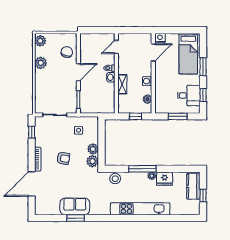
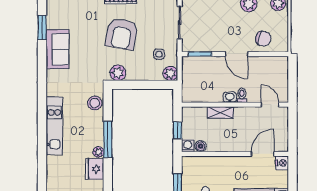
door: (153, 52) -> (263, 154), swing flipped
washing machine: (147, 81) -> (188, 146), moved
plant: (93, 149) -> (170, 73), moved
armchair: (63, 158) -> (122, 34), width x1.88, depth x1.88
kitchen unit: (140, 209) -> (54, 126), width x0.73
window: (76, 218) -> (42, 27), moved

